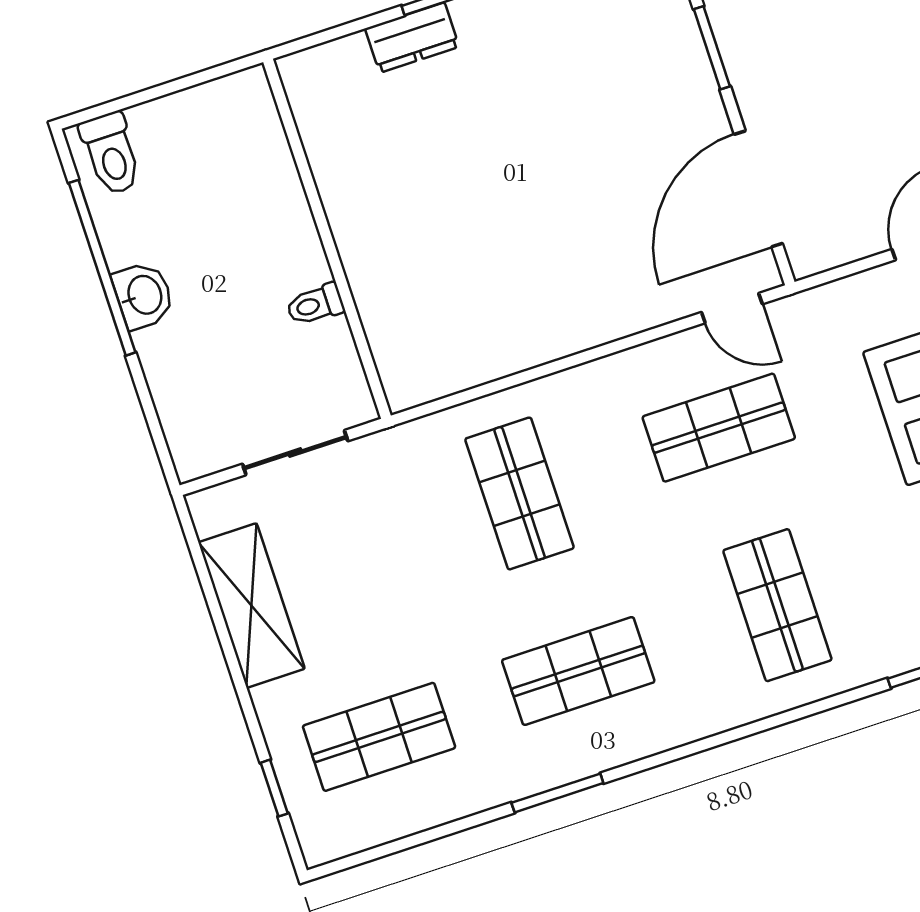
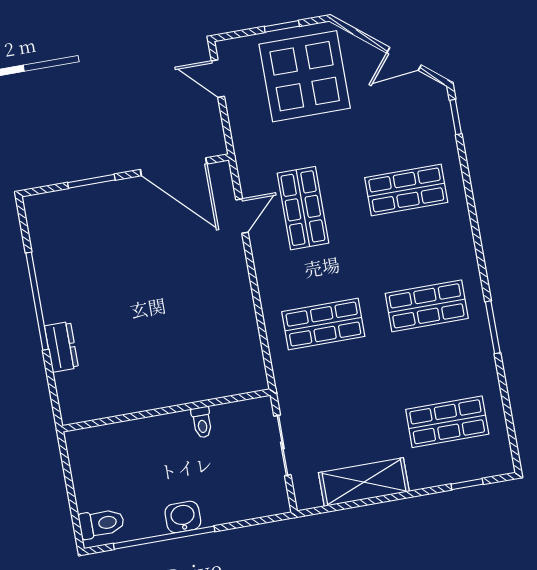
door: (732, 308) -> (242, 216), moved
shop shelf: (578, 671) -> (427, 306), turned 90
shop shelf: (379, 737) -> (447, 422), turned 90

